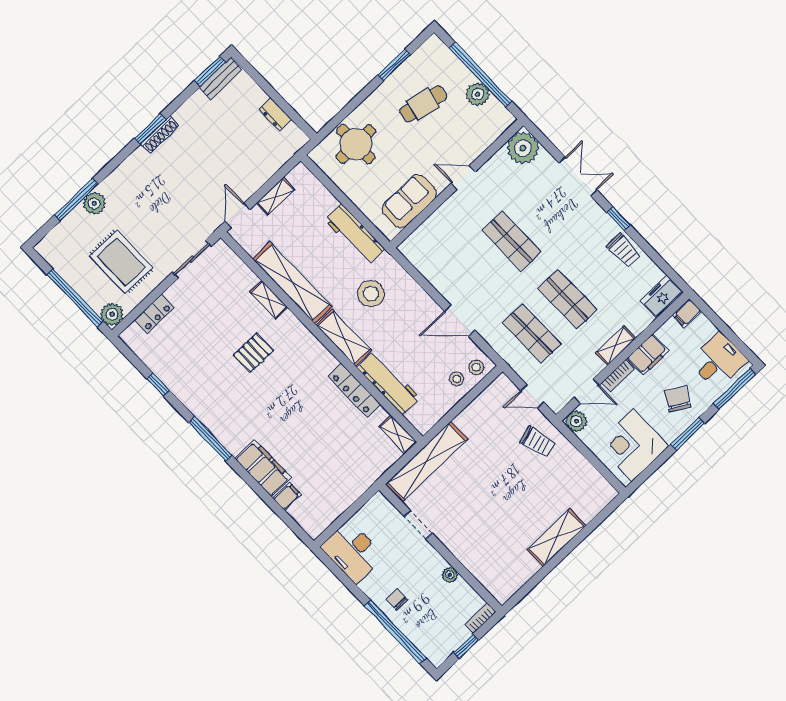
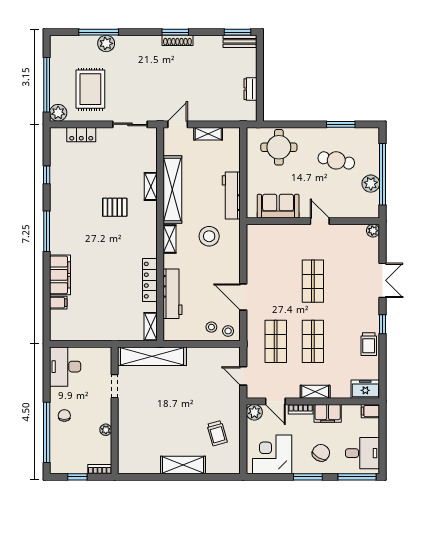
plant: (523, 148) -> (373, 231), width x0.53, depth x0.53
shelving: (344, 338) -> (170, 239), width x0.67, depth x0.75
trolley: (537, 442) -> (217, 433), moved

